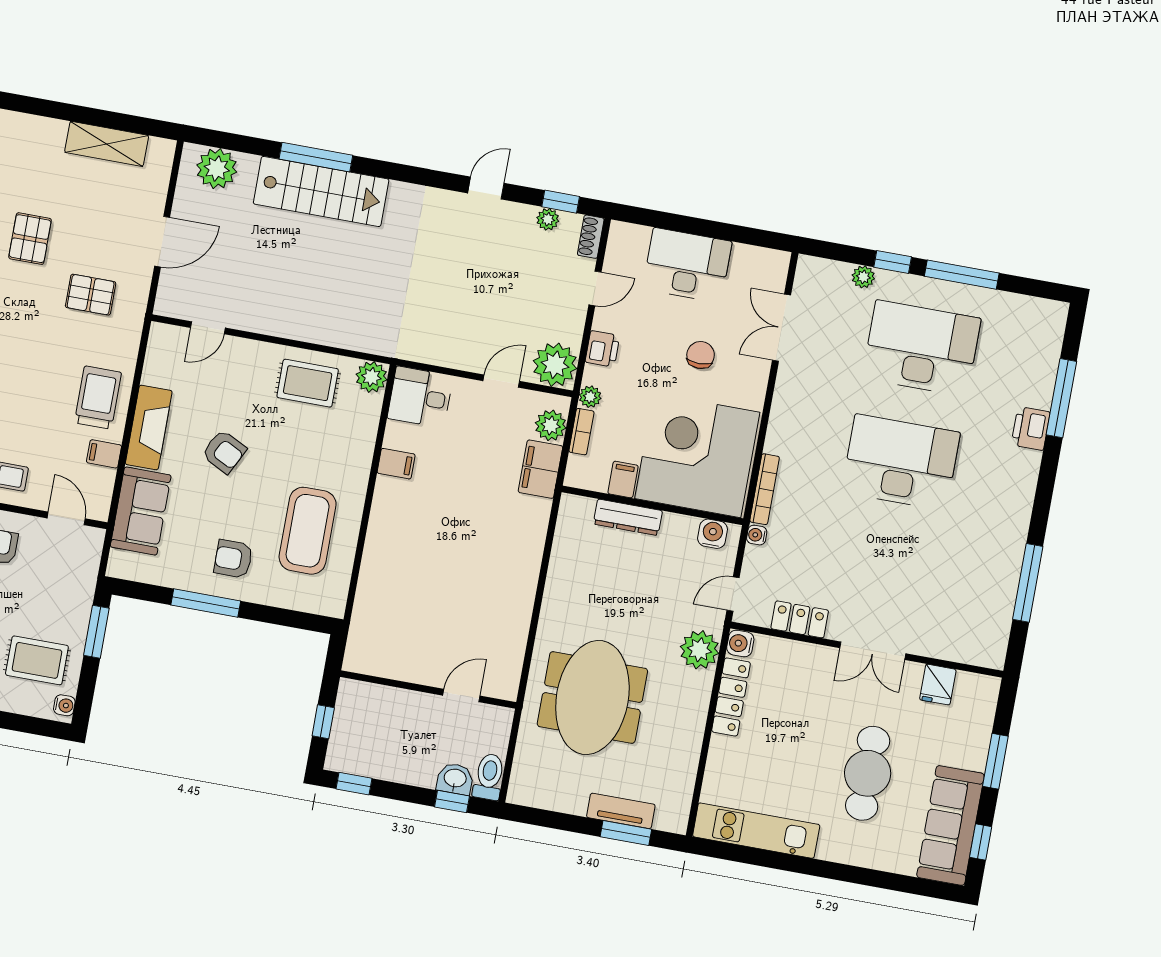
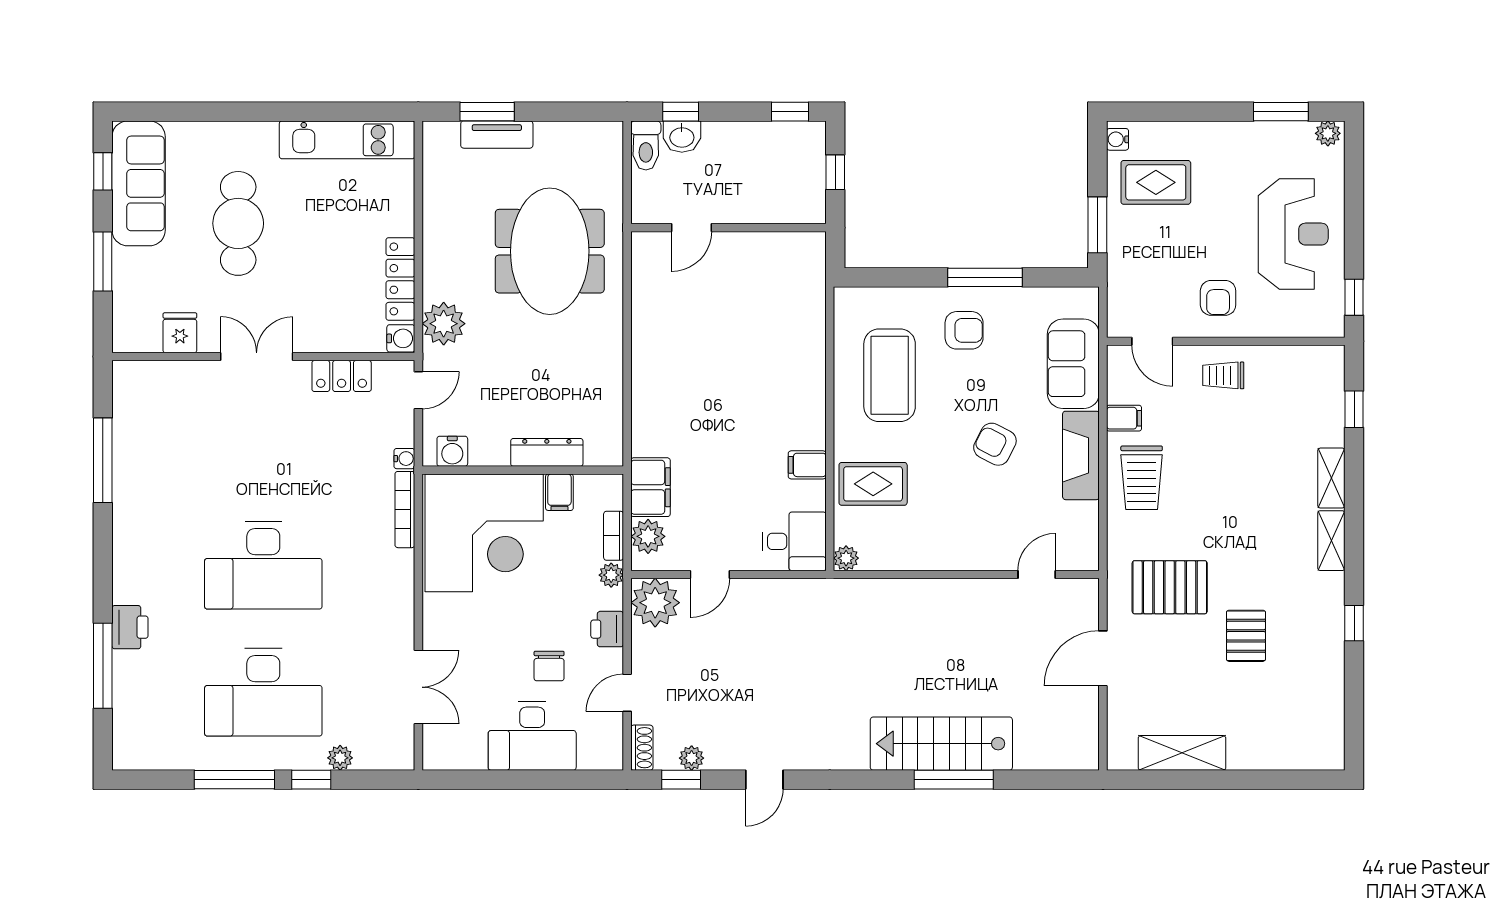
plant: (217, 169) -> (1058, 748), removed
pallet: (91, 295) -> (1170, 587), width x1.50, depth x1.42
chair: (701, 355) -> (549, 666), moved
plant: (371, 377) -> (846, 558), width x0.73, depth x0.73
rug: (308, 383) -> (873, 484), moved

